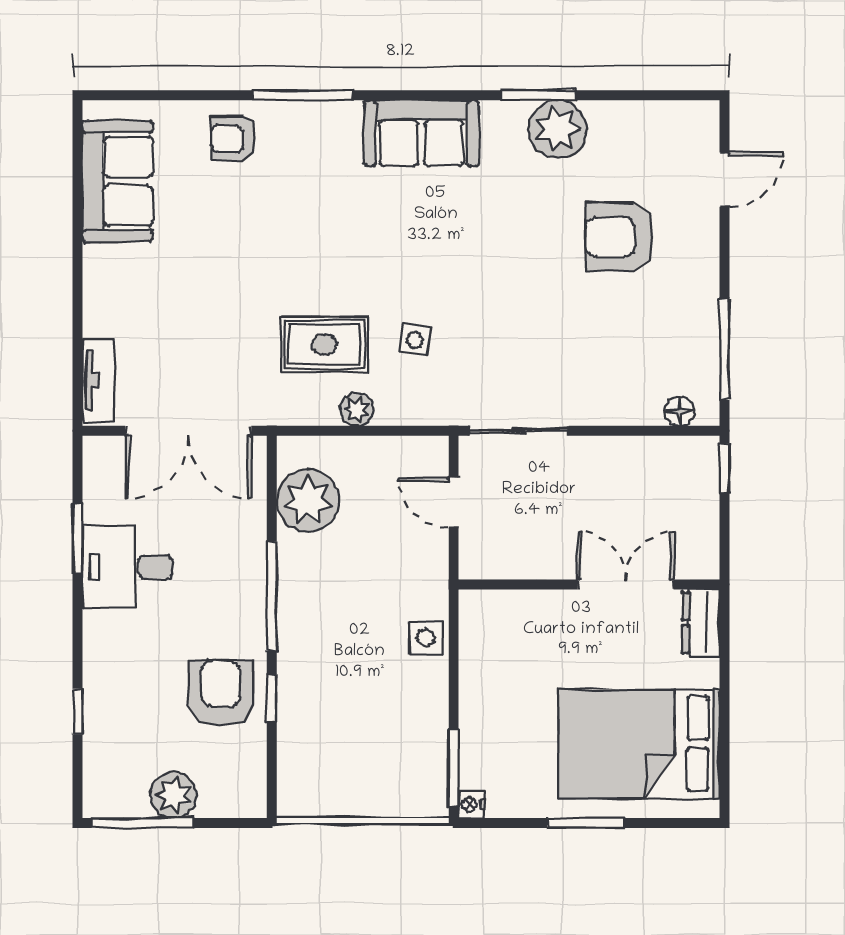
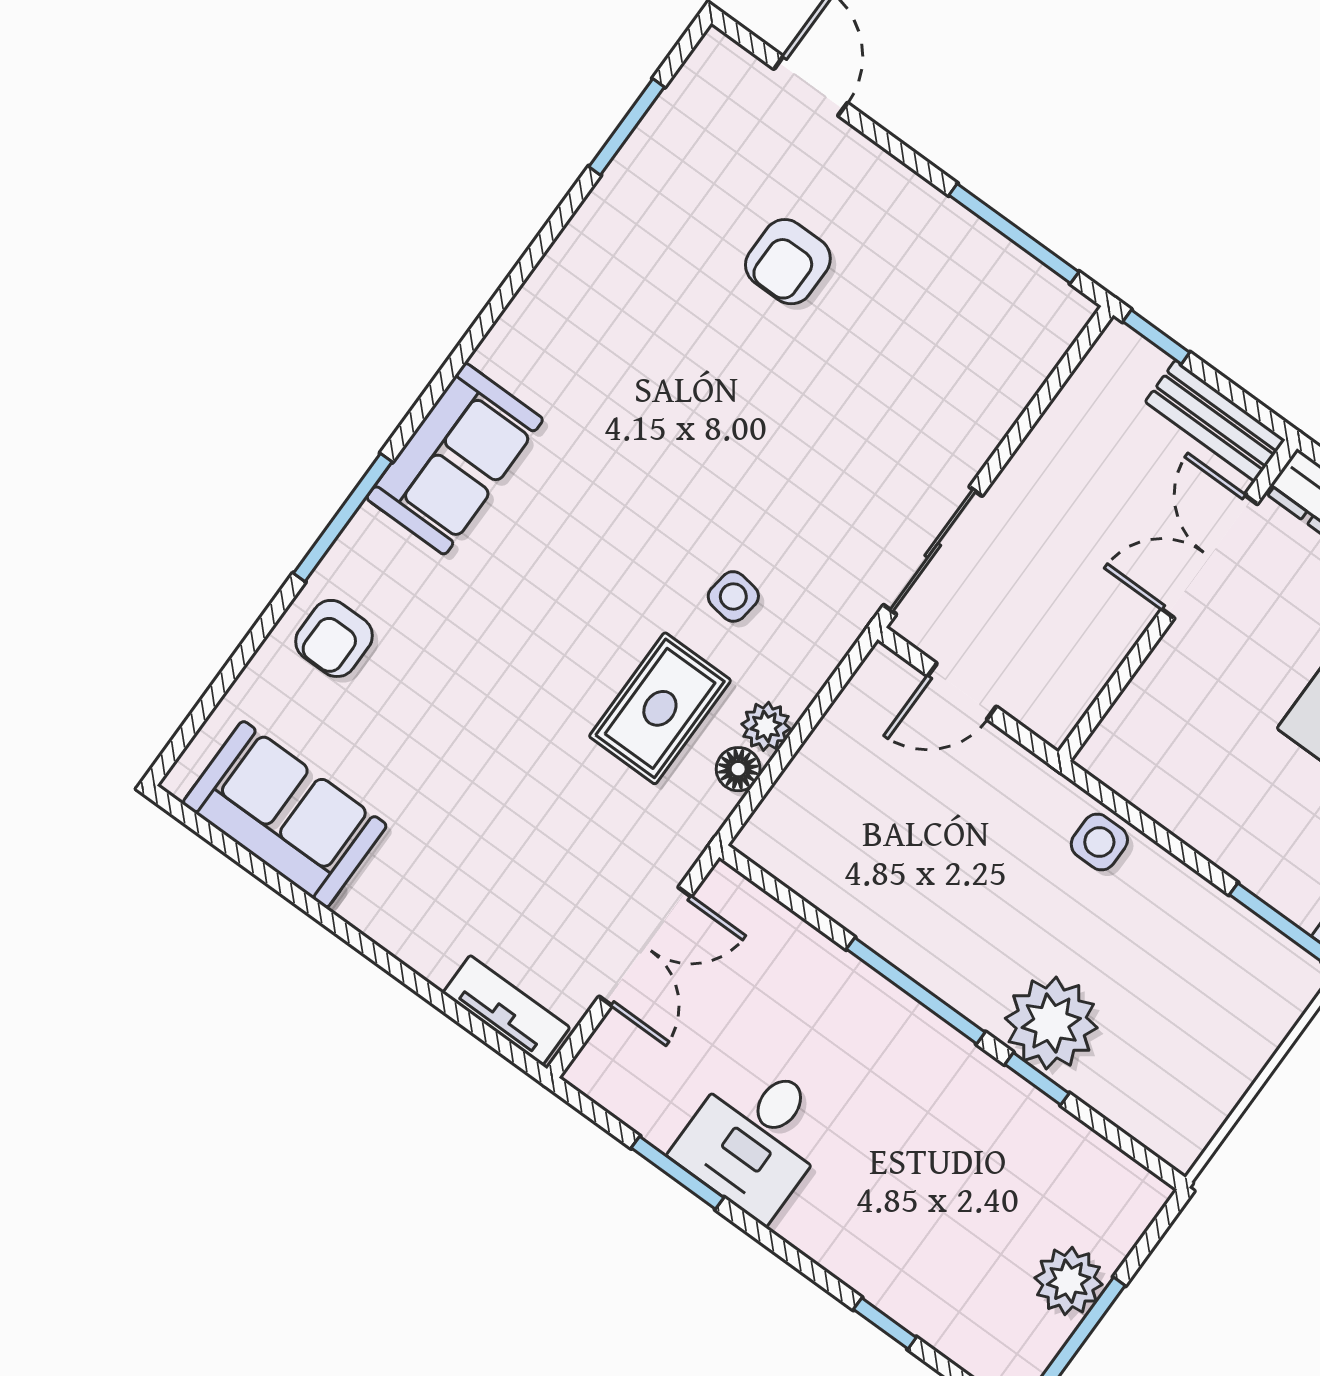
window: (538, 95) -> (627, 127), moved
plant: (557, 129) -> (605, 242), removed
sofa: (421, 133) -> (455, 459), moved
armchair: (619, 237) -> (788, 262), width x0.72, depth x0.72
floor lamp: (679, 411) -> (738, 769), moved
double door: (188, 431) -> (645, 947), width x0.73
plant: (308, 501) -> (1051, 1023), moved
bench: (702, 534) -> (1215, 421), added
armchair: (221, 693) -> (987, 1136), removed

